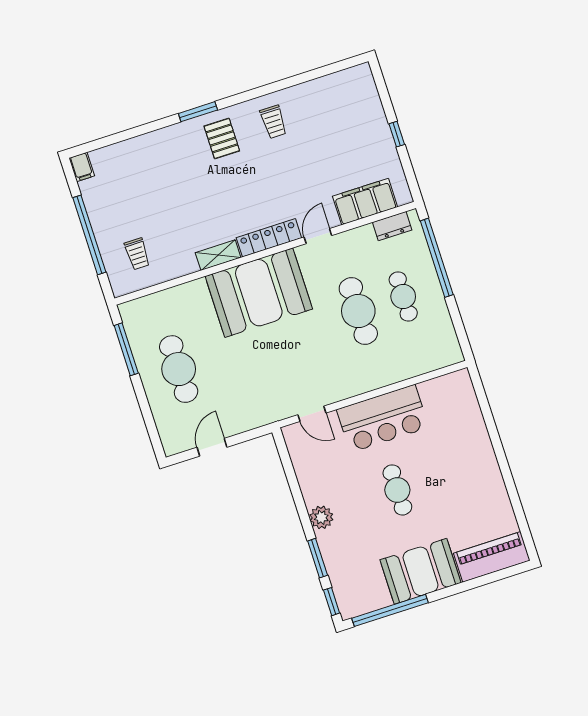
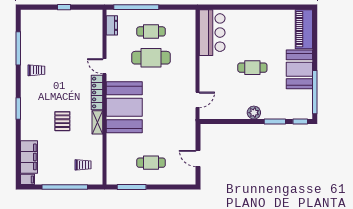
window: (301, 78) -> (18, 48), added
pallet: (222, 138) -> (62, 121), moved, turned 90
filing cabinet: (365, 202) -> (29, 157), moved, turned 180
cafe table: (179, 369) -> (151, 163), width x0.73, depth x0.74
bar counter: (383, 419) -> (212, 33), moved

